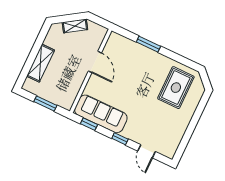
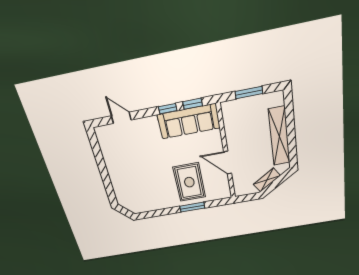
shelving: (41, 63) -> (279, 136), width x1.47
rug: (176, 88) -> (189, 182), moved
window: (120, 139) -> (168, 109), moved

